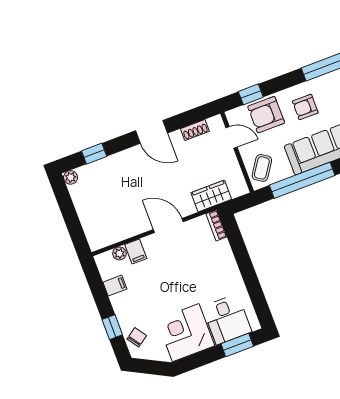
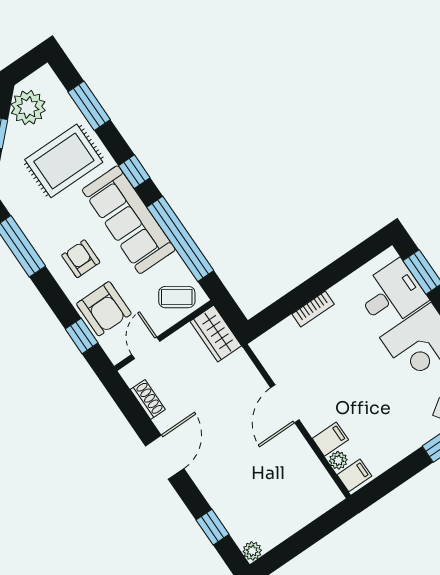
armchair: (305, 107) -> (81, 259), turned 180
wardrobe: (211, 196) -> (216, 333), moved
bookcase: (216, 225) -> (313, 309), moved
filing cabinet: (115, 286) -> (354, 475), moved, turned 90

